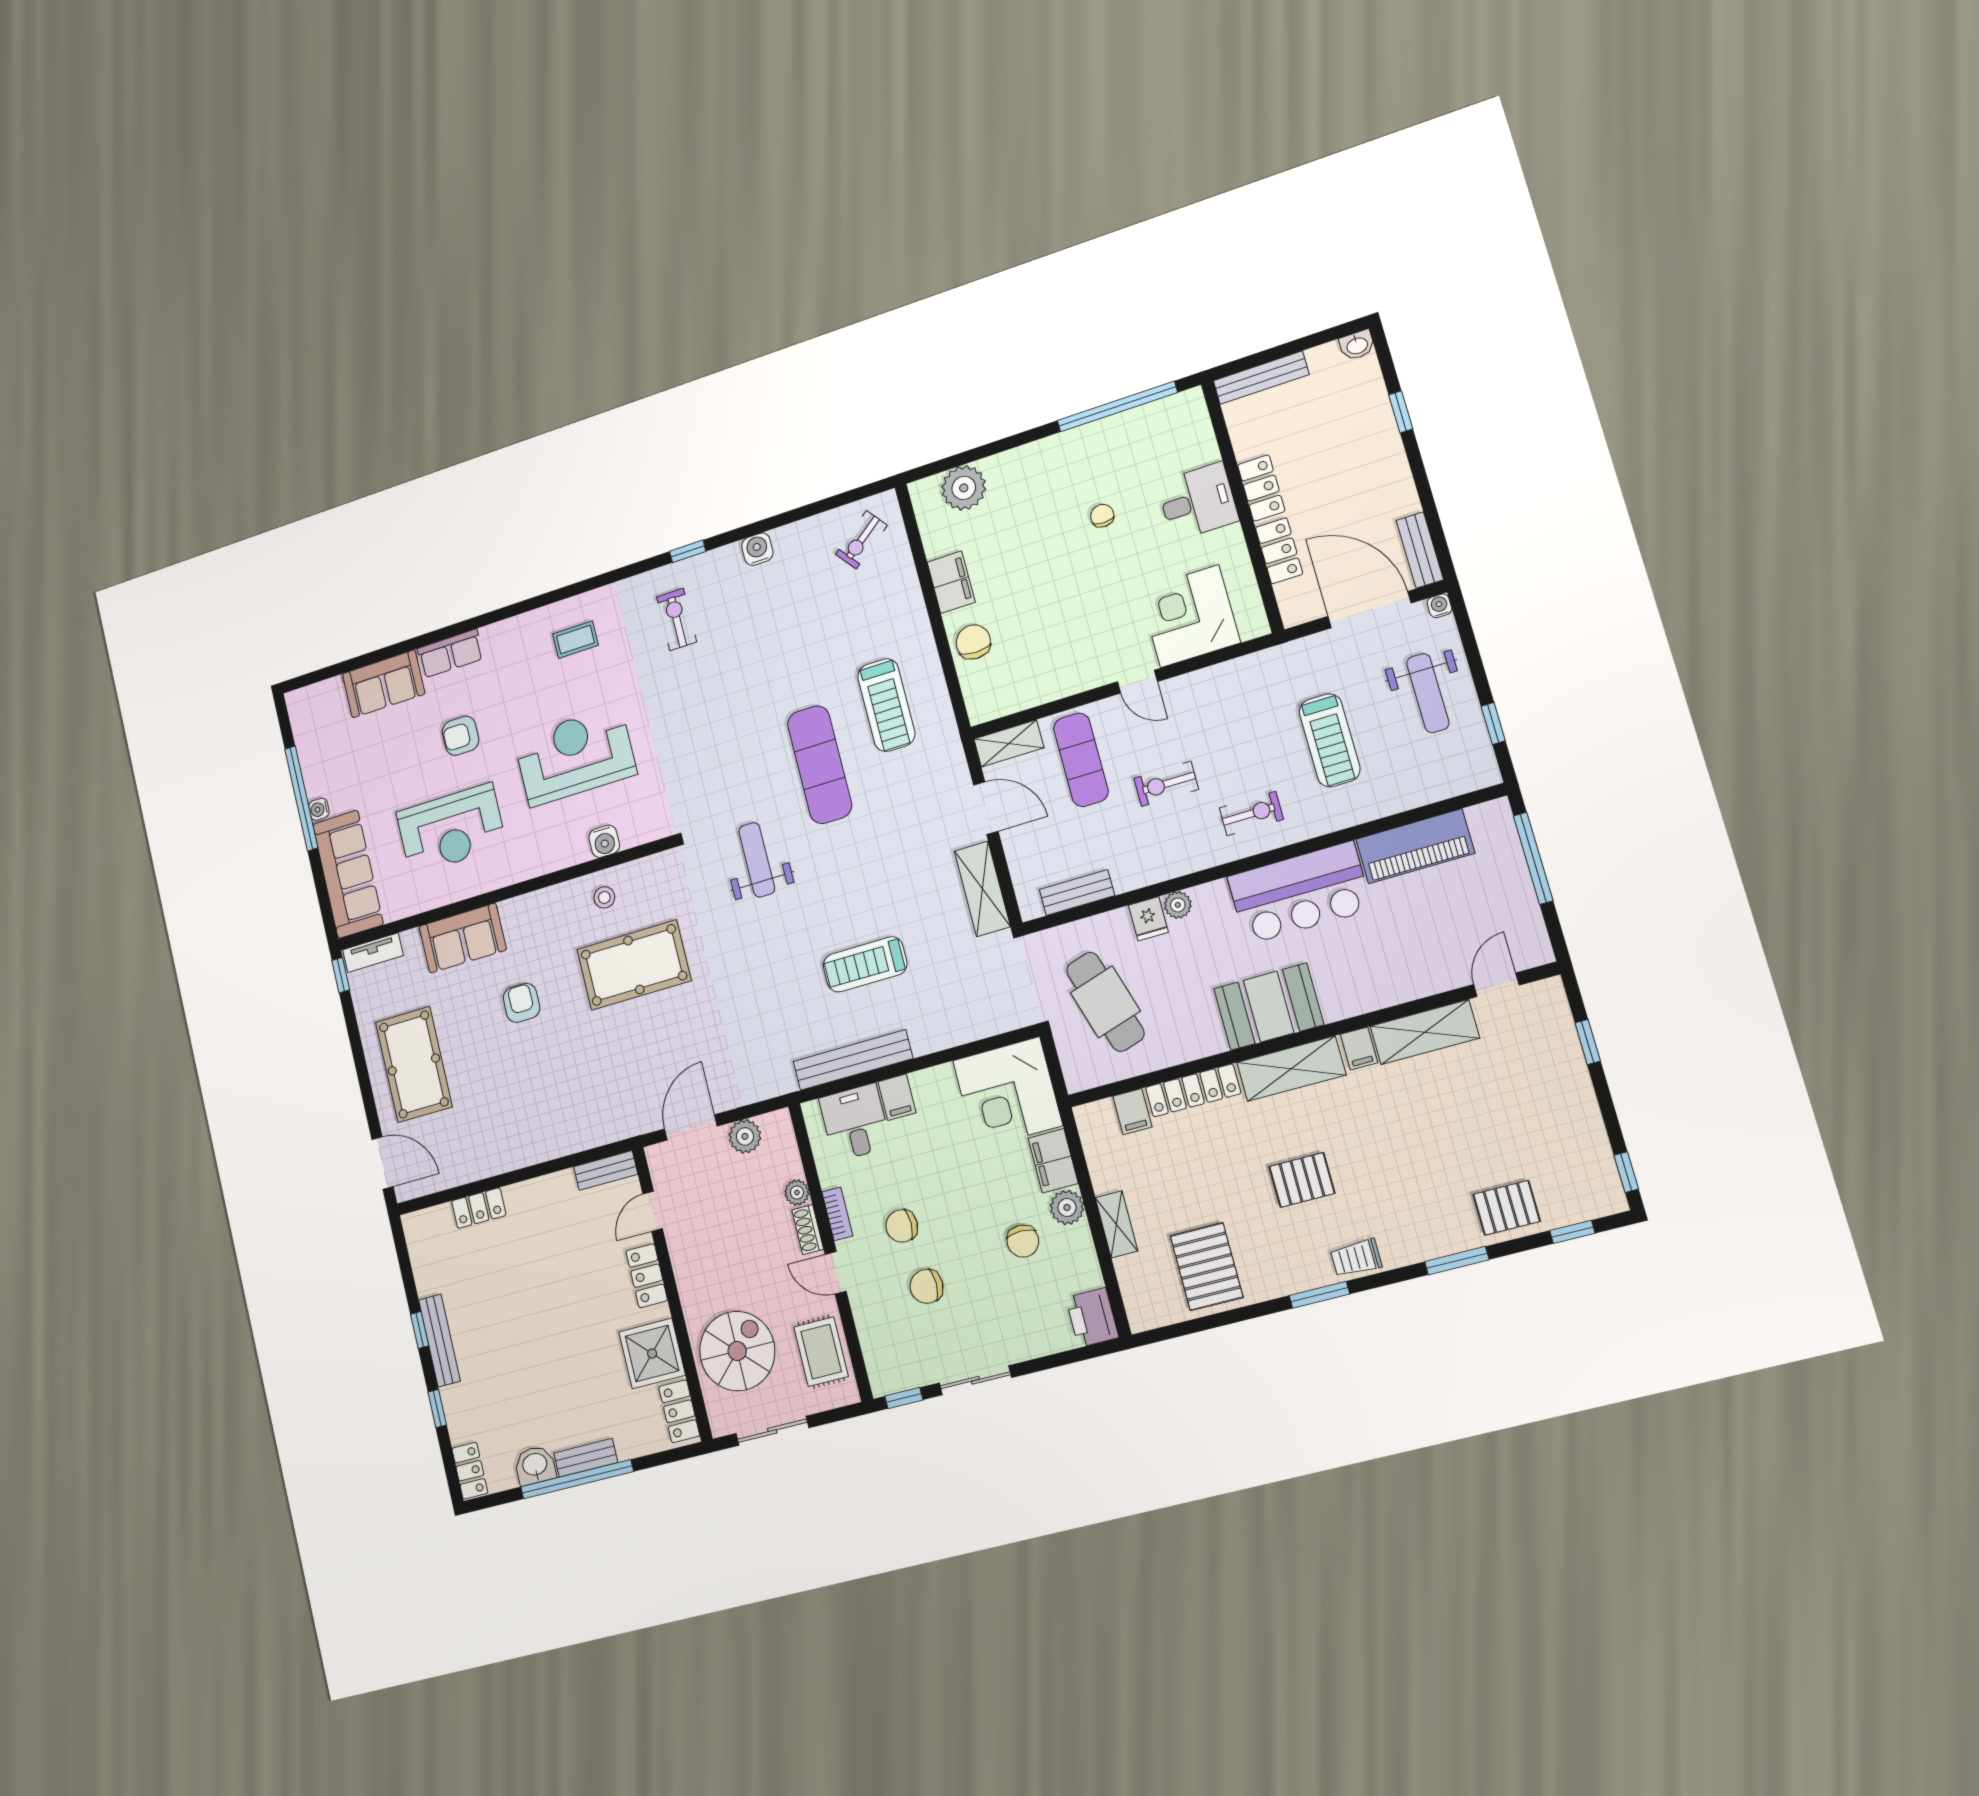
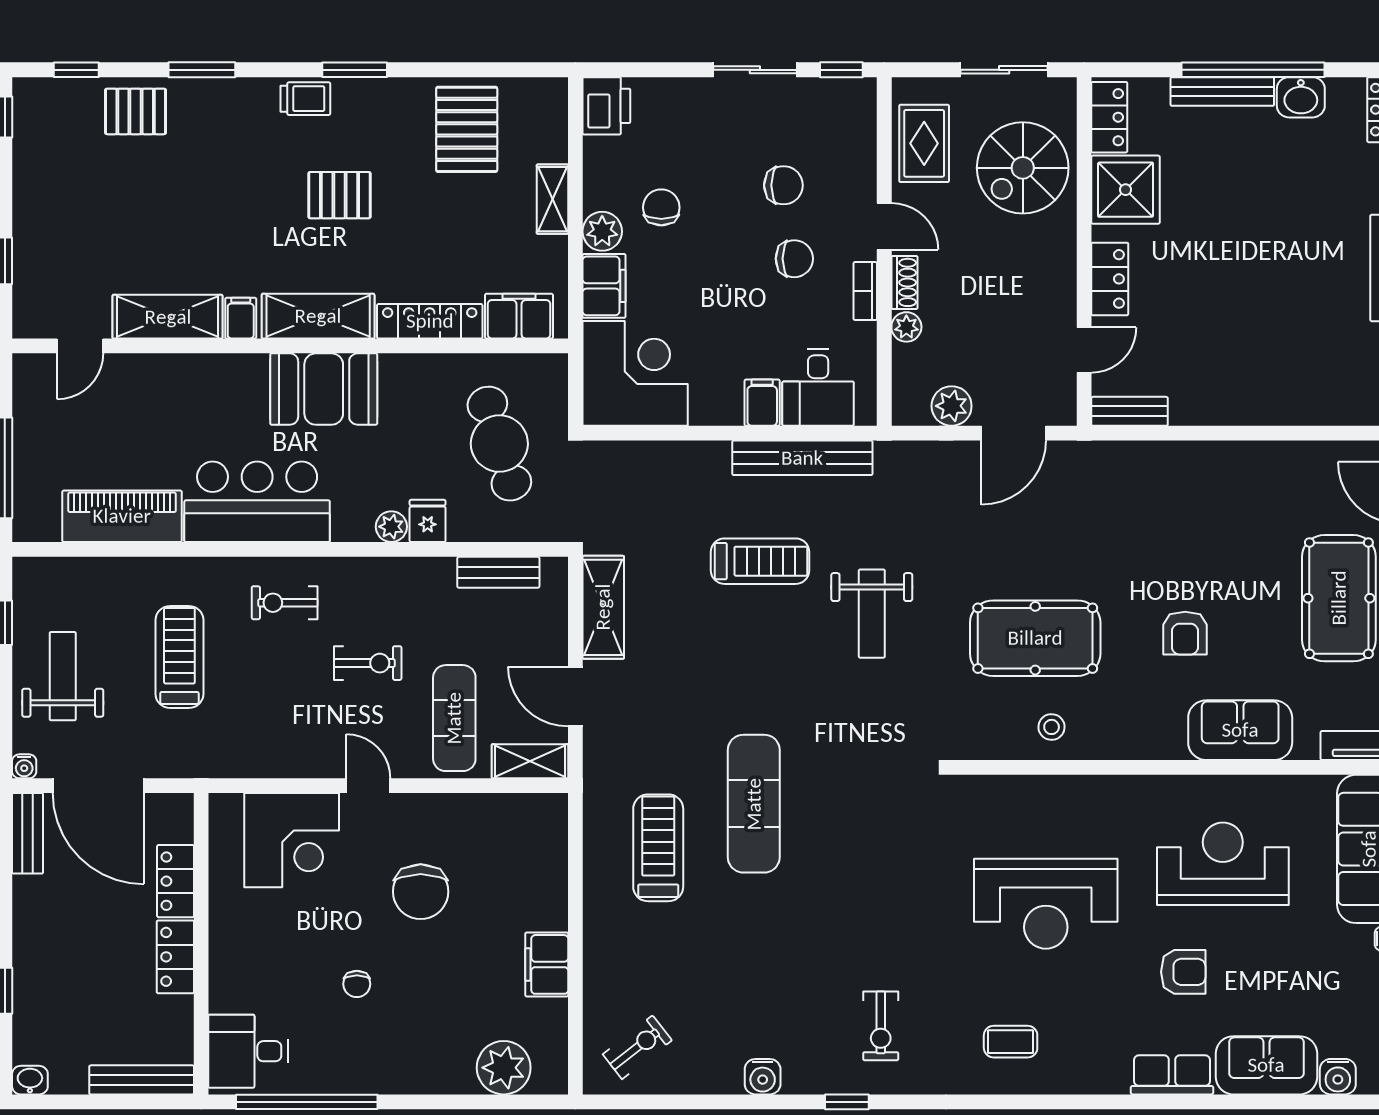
desk: (1198, 502) -> (248, 1051), moved
chair: (973, 642) -> (421, 892), moved, width x1.37, depth x1.37
water cooler: (604, 841) -> (1338, 1077), moved, turned 180
weight bench: (757, 860) -> (872, 614), moved
filing cabinet: (1132, 1112) -> (519, 316), width x2.00
locker: (479, 1208) -> (1298, 409), removed
bench: (586, 1458) -> (1222, 92), width x1.36

